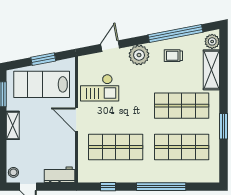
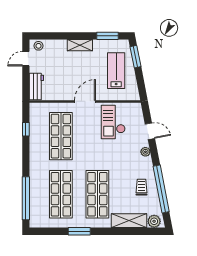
plant: (139, 55) -> (145, 152), width x0.53, depth x0.53
window: (43, 59) -> (136, 57), moved
lab bench: (42, 84) -> (116, 71), width x0.73, depth x0.72
window: (161, 187) -> (26, 198), moved

